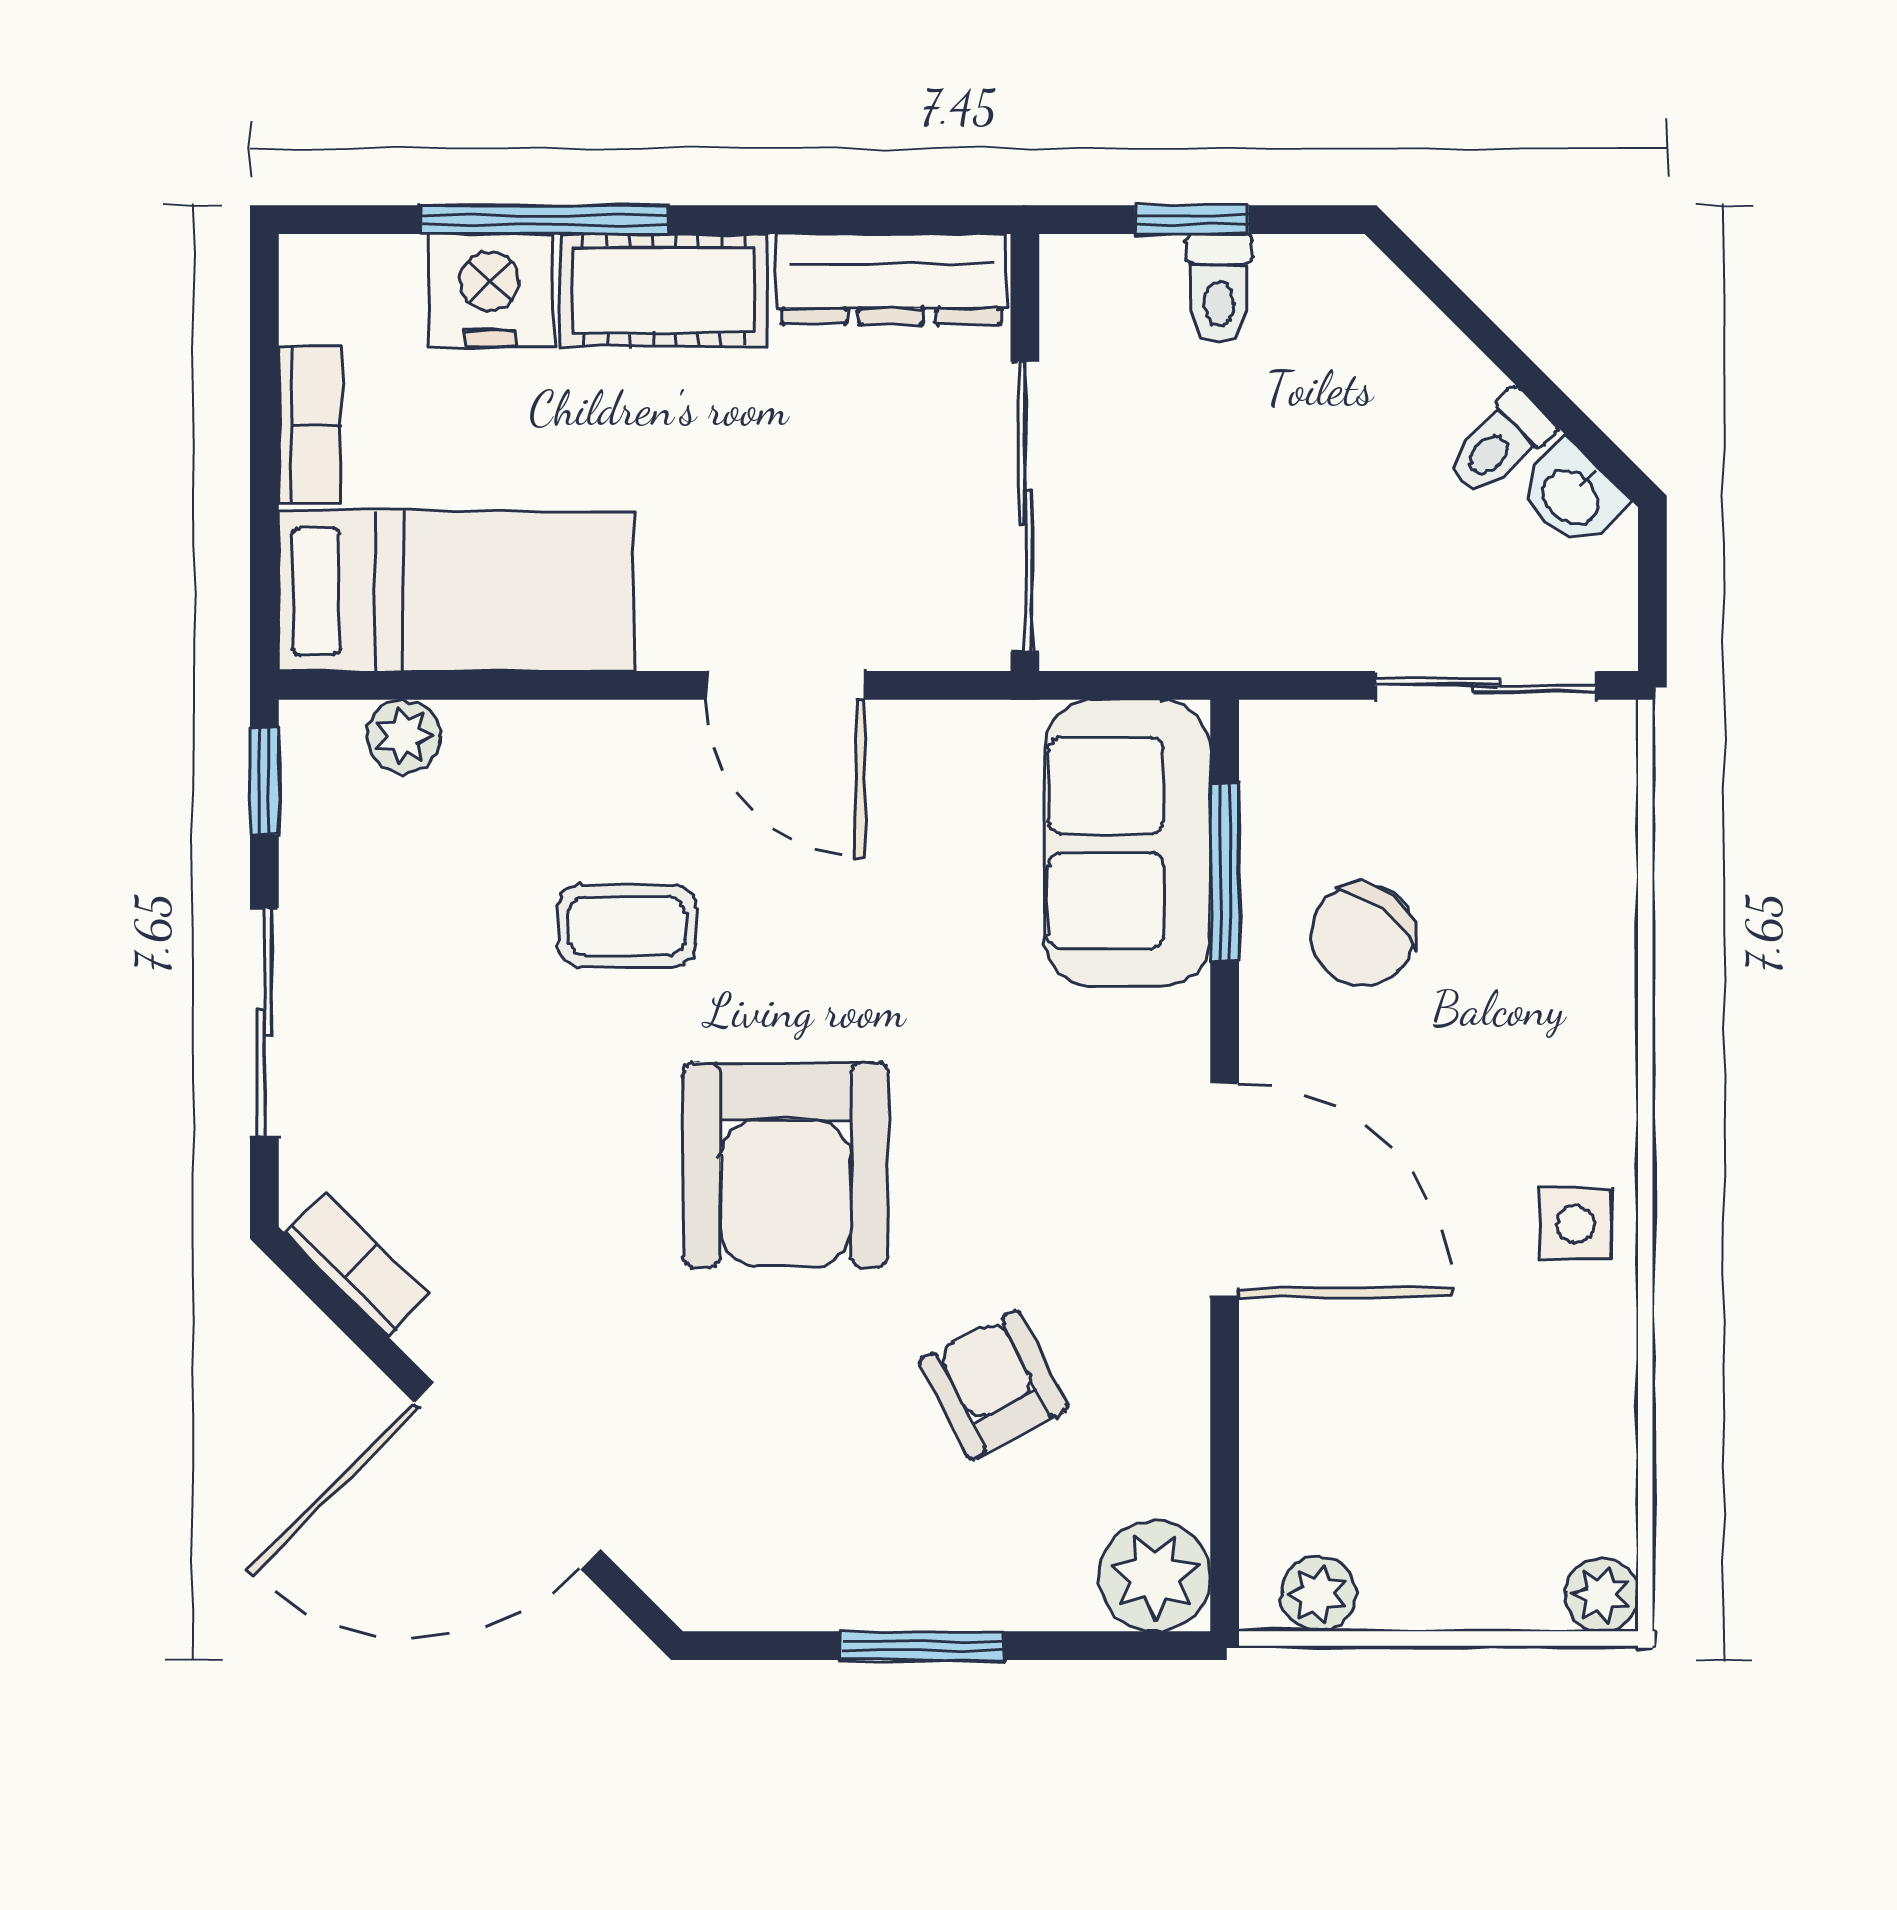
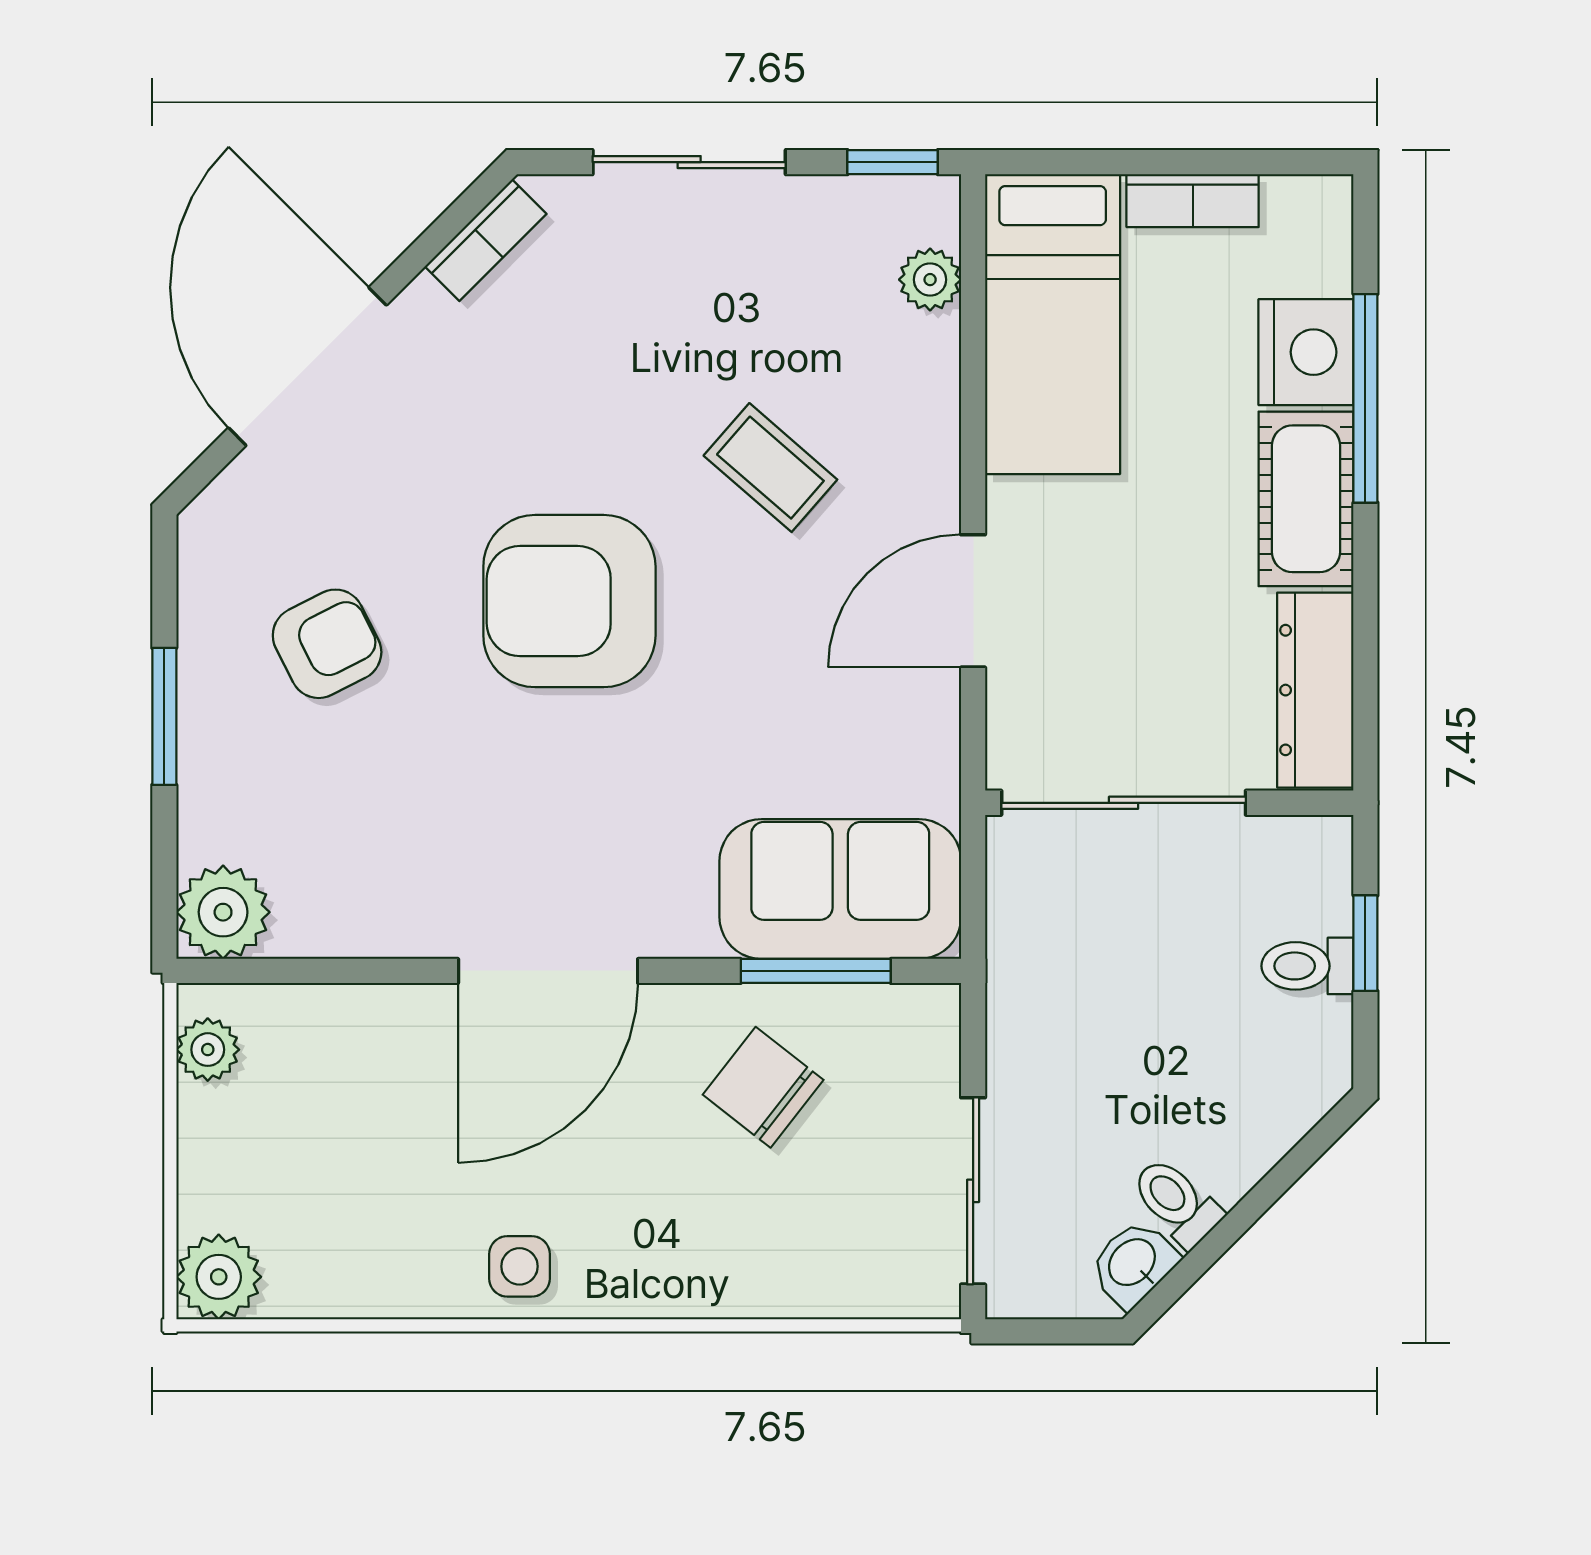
coffee table: (627, 926) -> (770, 468), turned -49
armchair: (994, 1385) -> (327, 644), moved
plant: (1602, 1595) -> (219, 1277), width x1.38, depth x1.38

